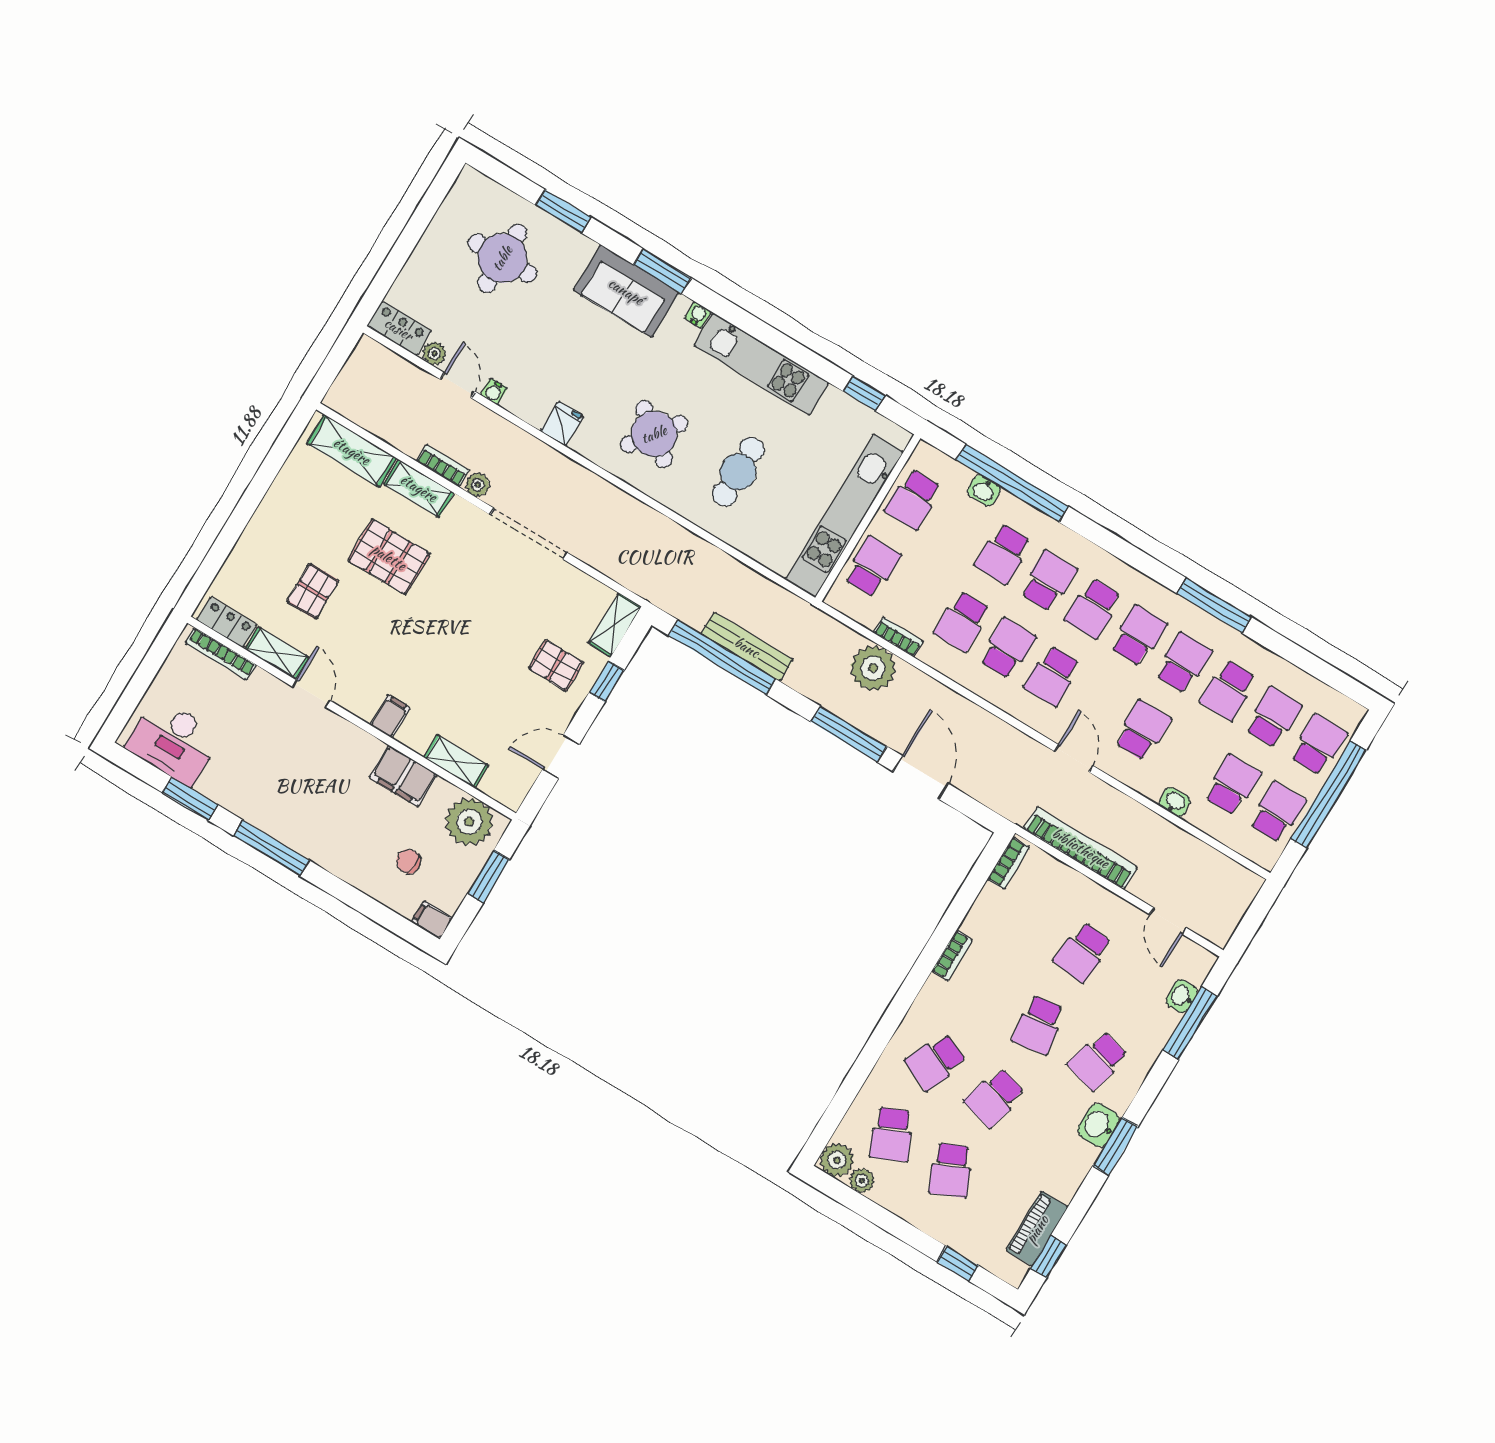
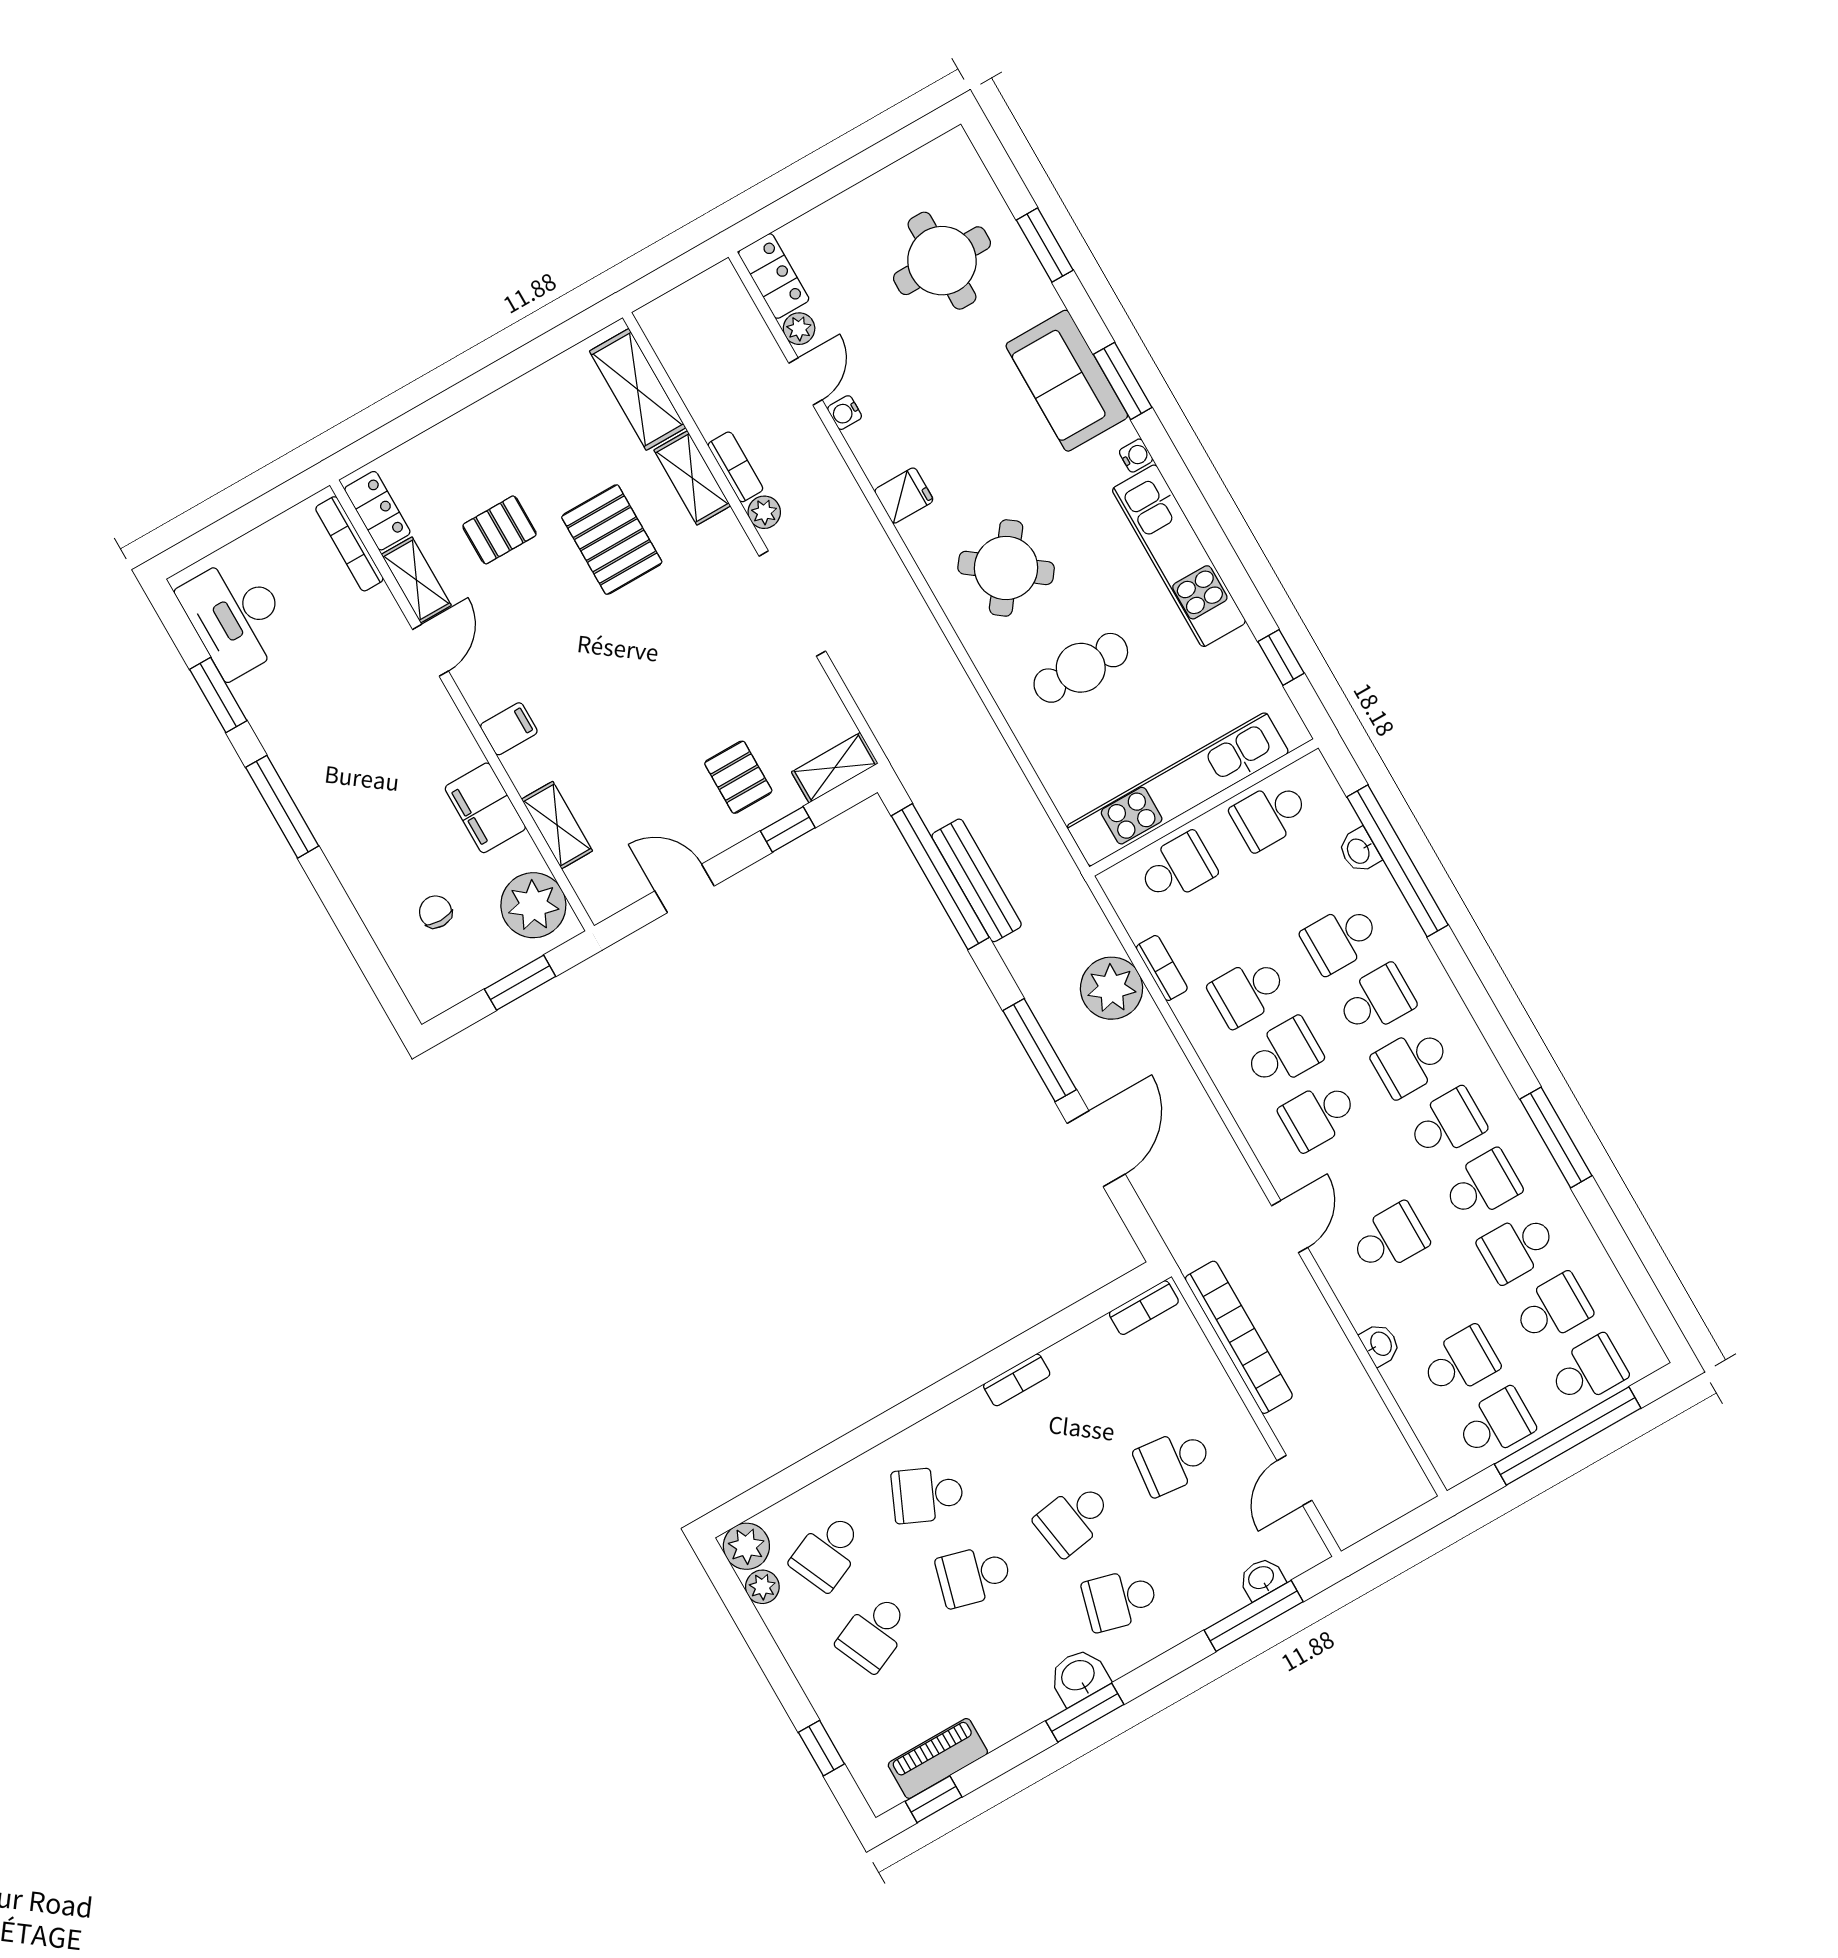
filing cabinet: (432, 920) -> (425, 997), removed

